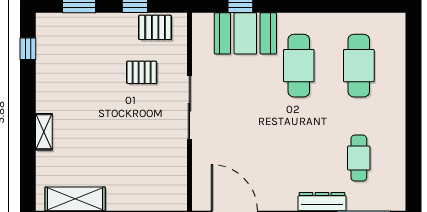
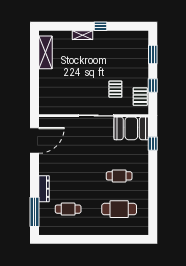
booth: (245, 33) -> (131, 128), moved, turned 90
window: (28, 49) -> (100, 26), moved
cafe table: (299, 66) -> (119, 176), width x0.73, depth x0.74

